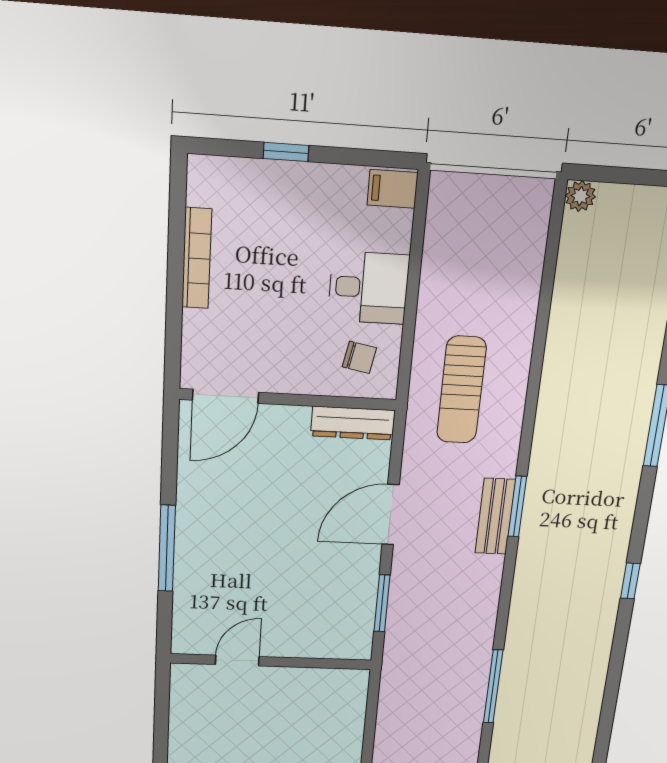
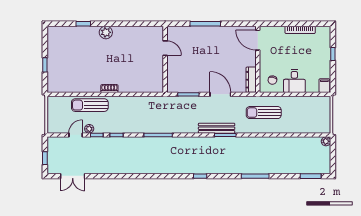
bench: (495, 516) -> (217, 128), width x1.36

